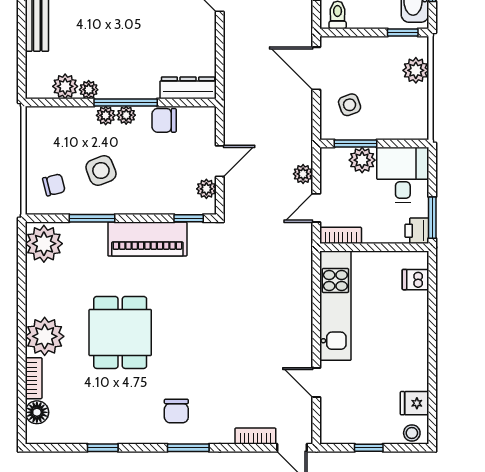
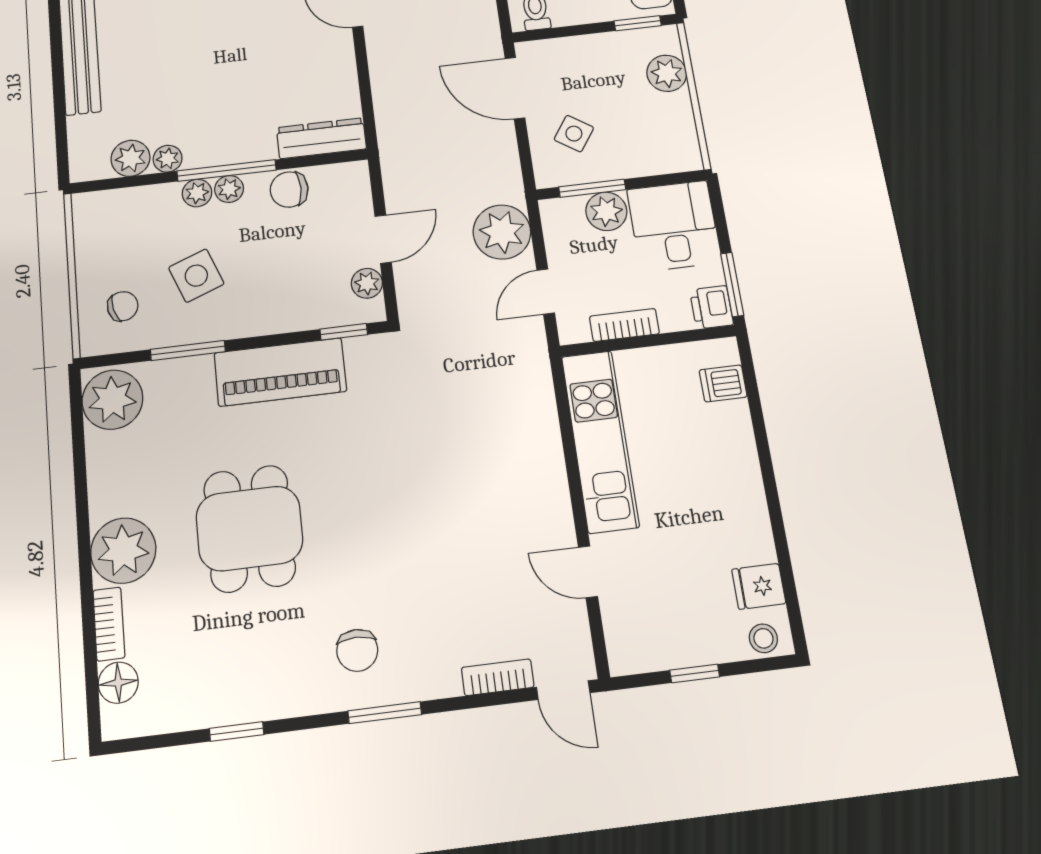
side table: (350, 105) -> (574, 134), turned -36
plant: (303, 174) -> (502, 232), width x1.88, depth x1.88
bookcase: (341, 235) -> (624, 325), moved

